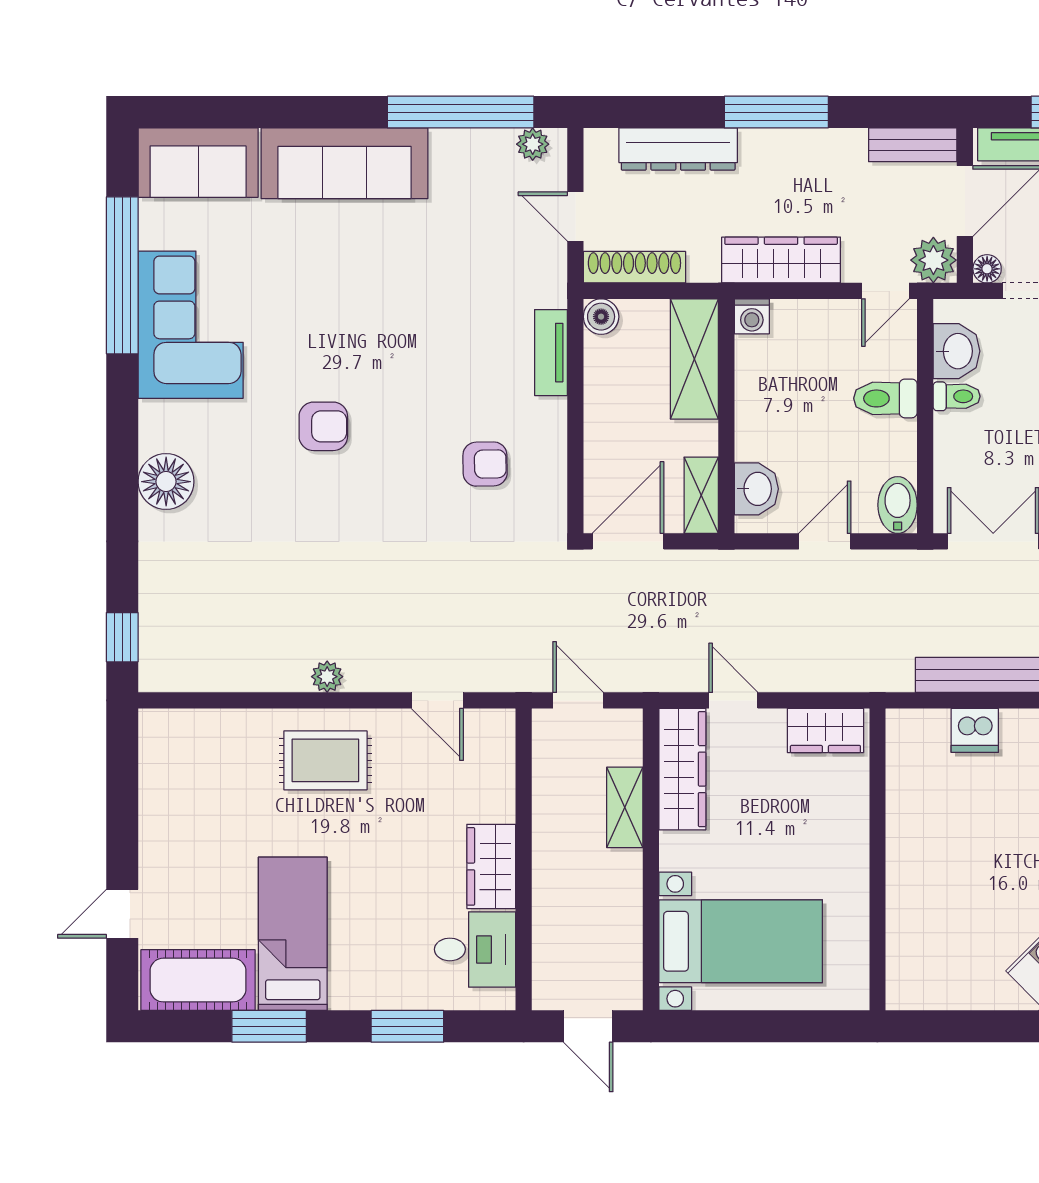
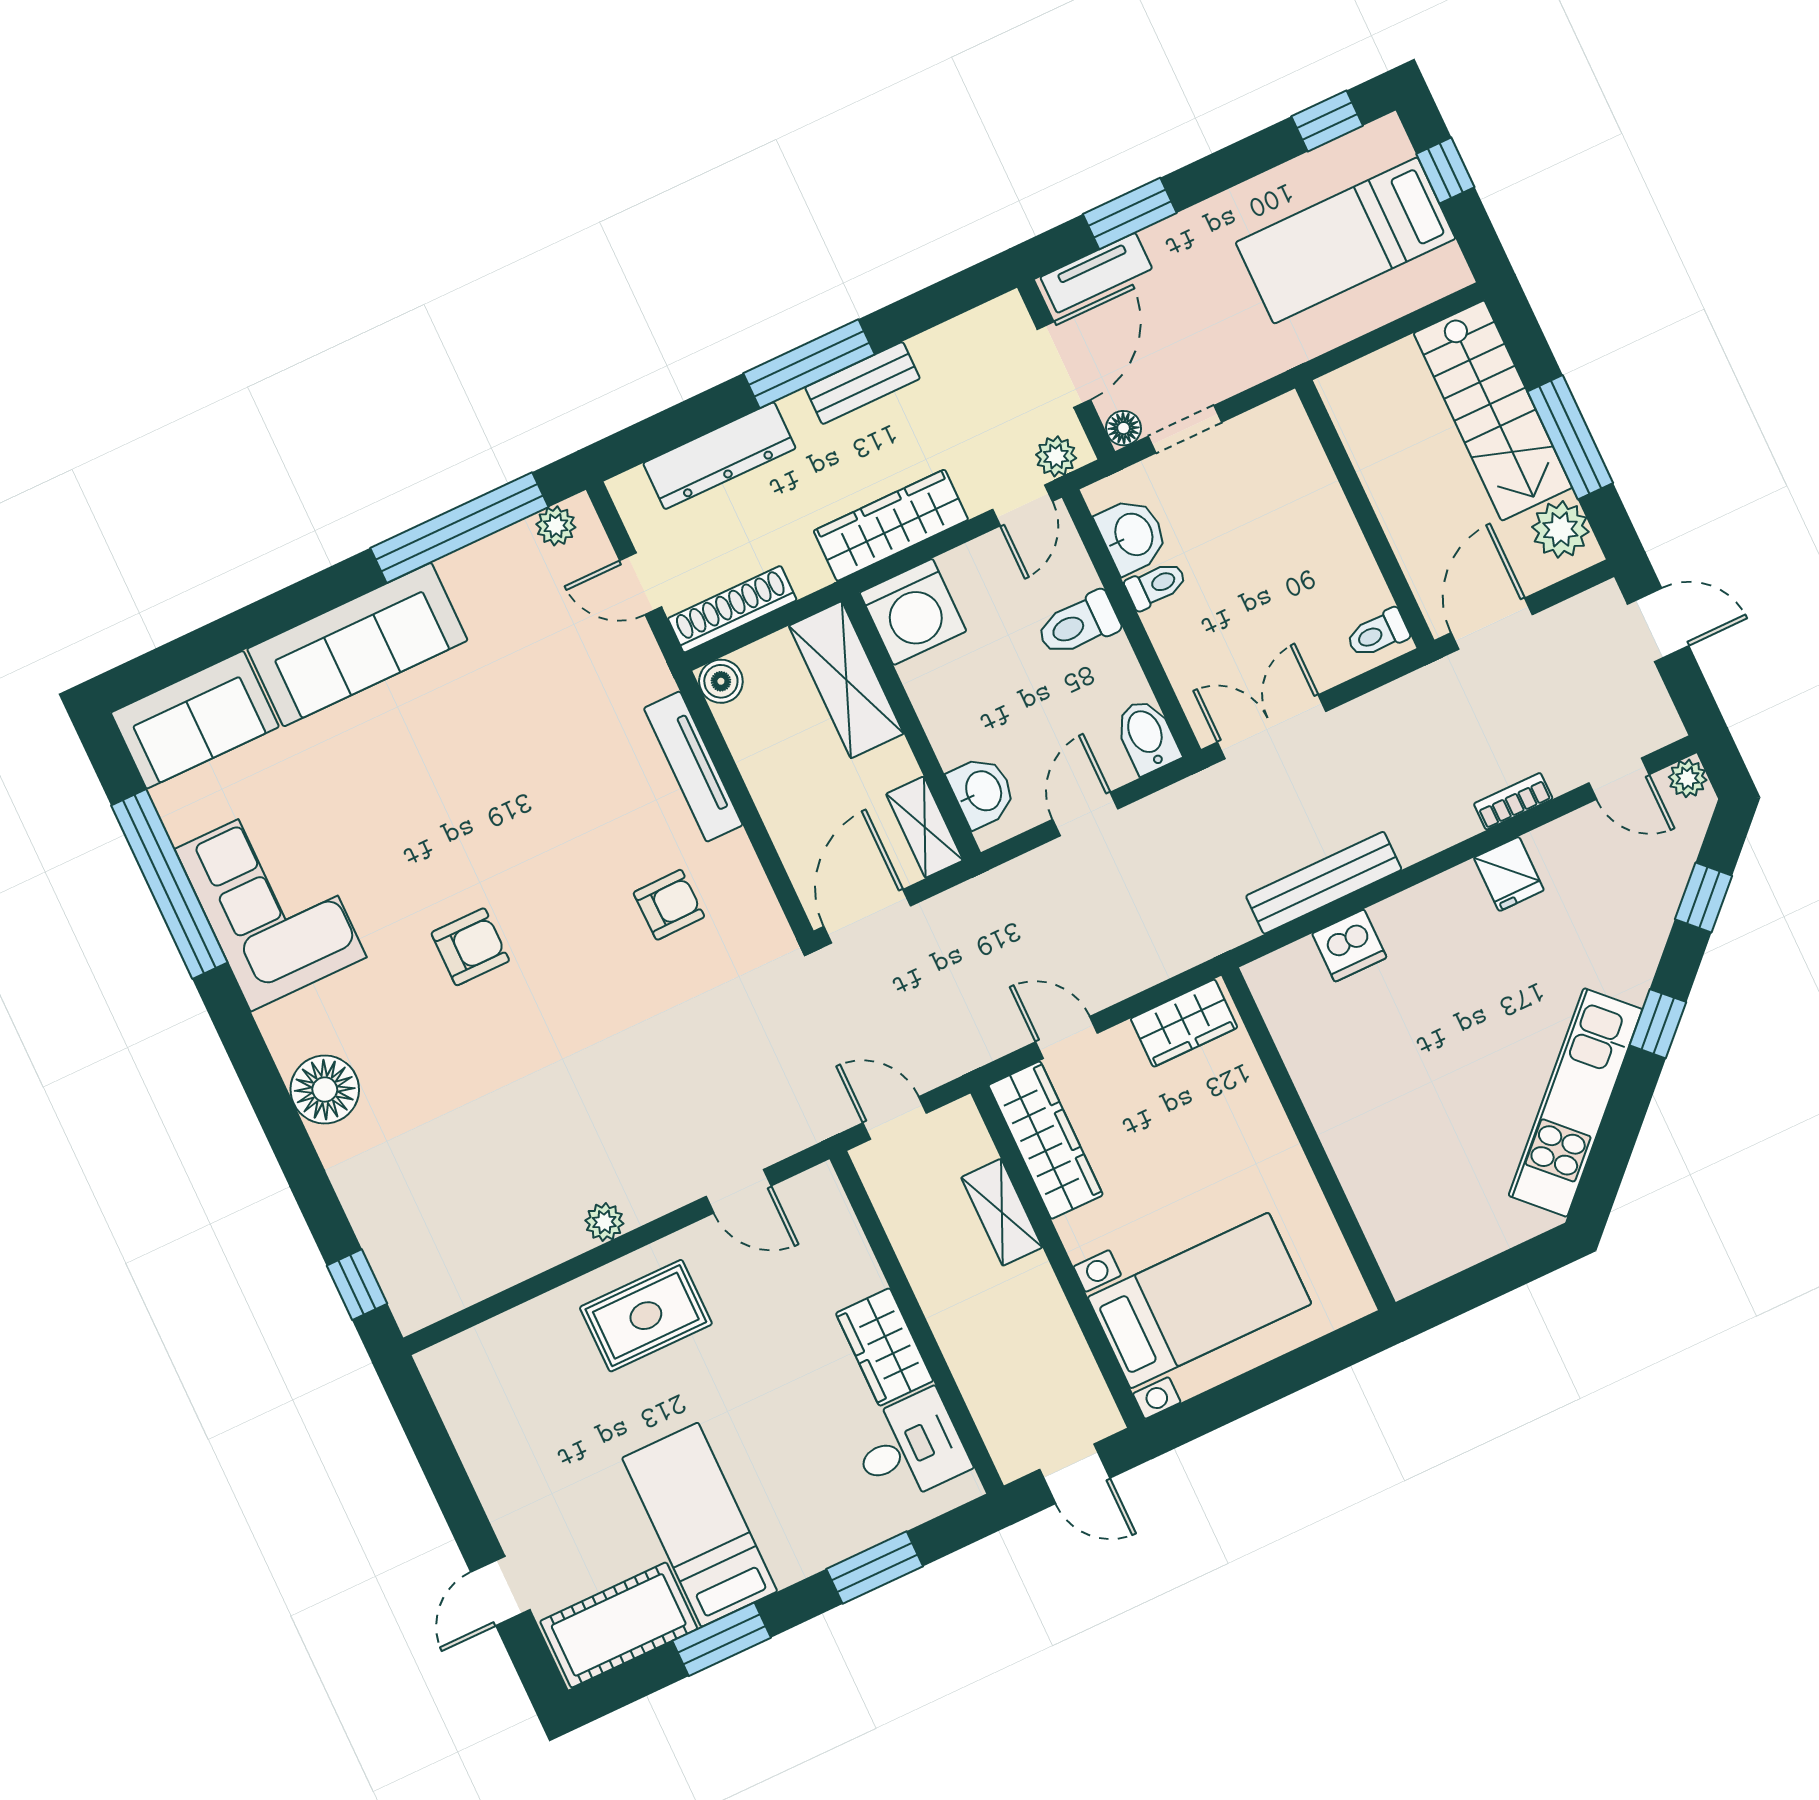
bench: (913, 145) -> (862, 383), moved
plant: (933, 260) -> (1056, 456), width x0.73, depth x0.73
washing machine: (752, 316) -> (913, 612), width x1.89, depth x1.89
tv unit: (551, 353) -> (693, 767), width x1.41

